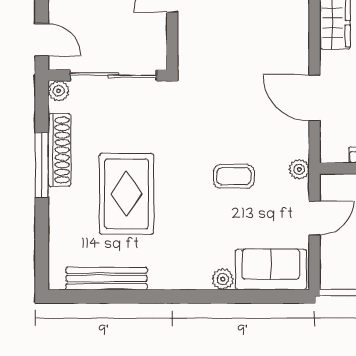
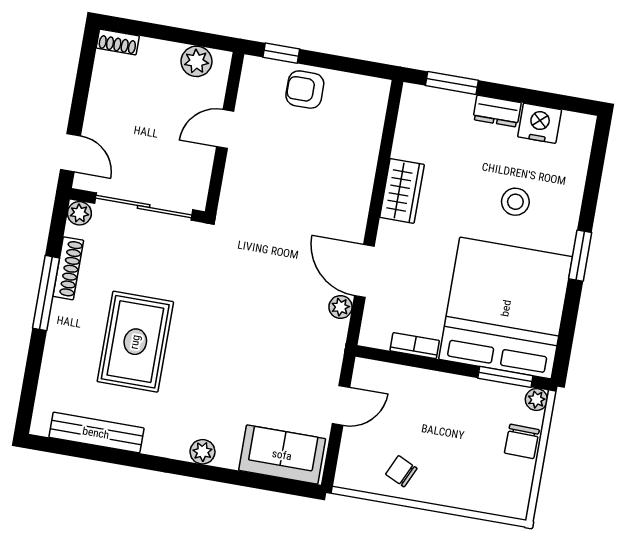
shoe rack: (59, 150) -> (68, 268), width x0.74, depth x0.81
plant: (299, 169) -> (340, 307), moved
coffee table: (234, 176) -> (259, 343), removed
plant: (223, 279) -> (202, 452), moved

